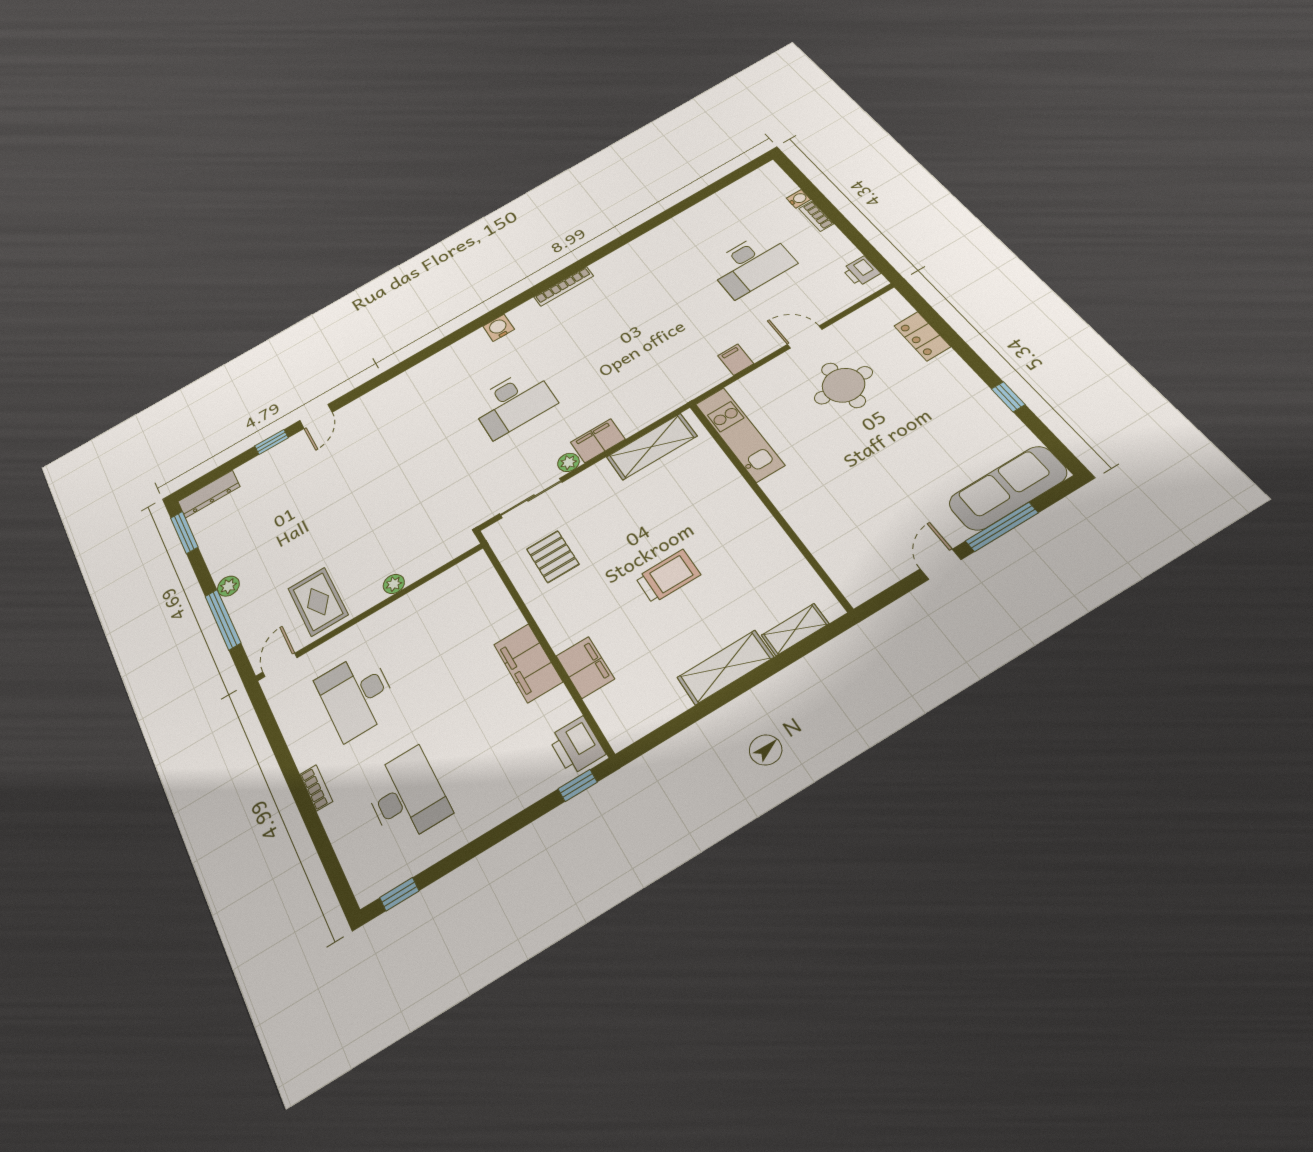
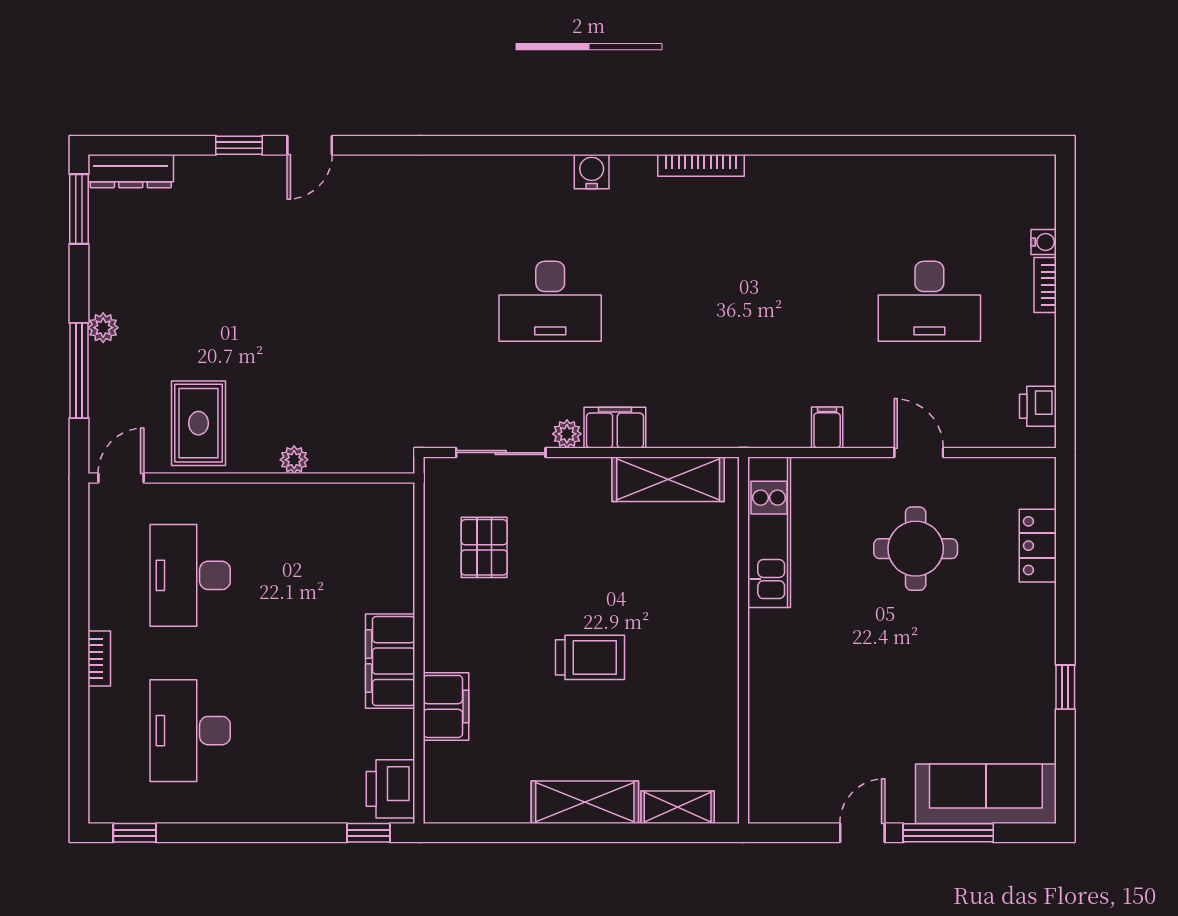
desk: (406, 796) -> (190, 731), turned 180

